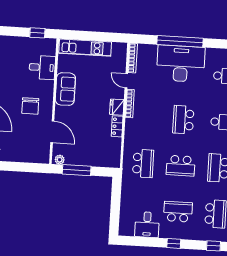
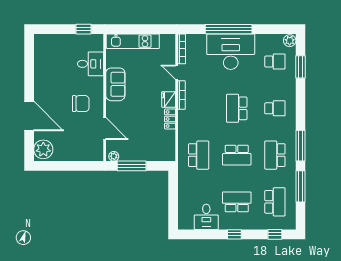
chair: (30, 106) -> (81, 104), turned -90

